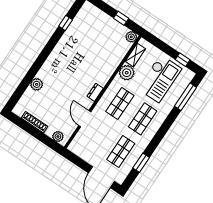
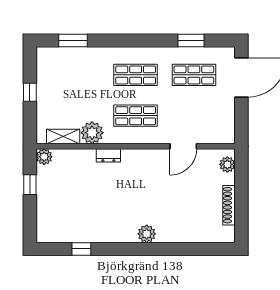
window: (183, 60) -> (30, 92), moved
checkout: (160, 79) -> (72, 87), removed
plant: (37, 84) -> (147, 234), moved
dresser: (95, 92) -> (108, 155), moved
window: (186, 97) -> (73, 40), width x0.69

